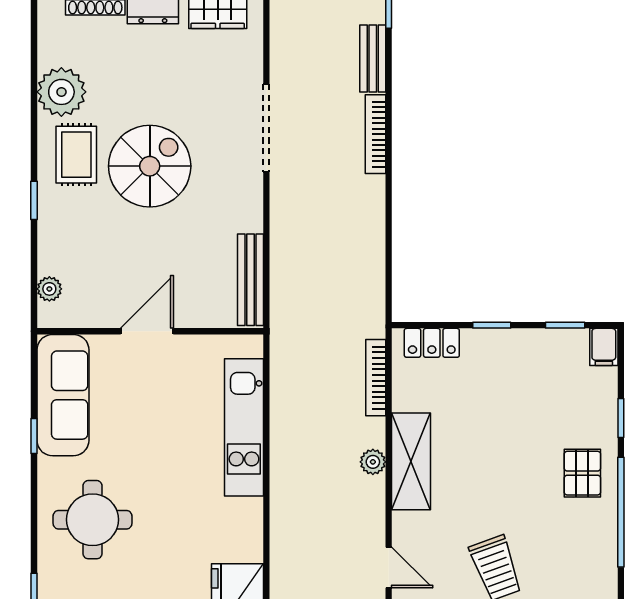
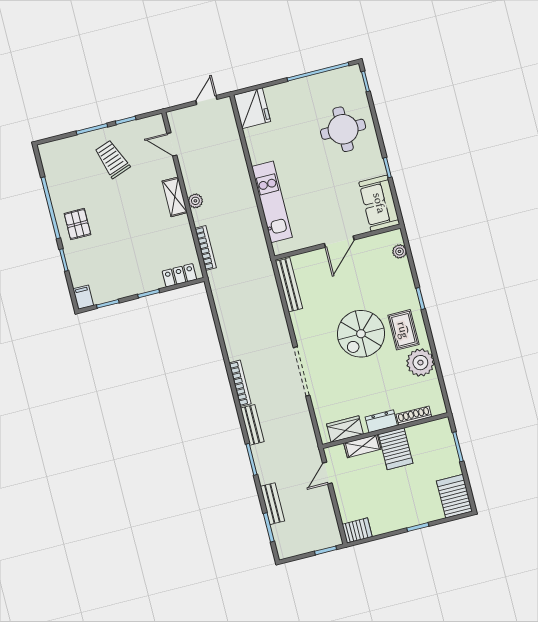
sofa: (63, 395) -> (379, 203), width x0.73
shelving: (411, 461) -> (175, 197), width x0.67, depth x0.75

